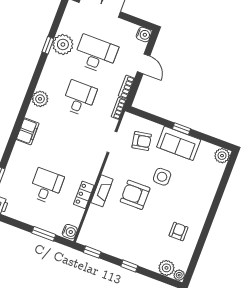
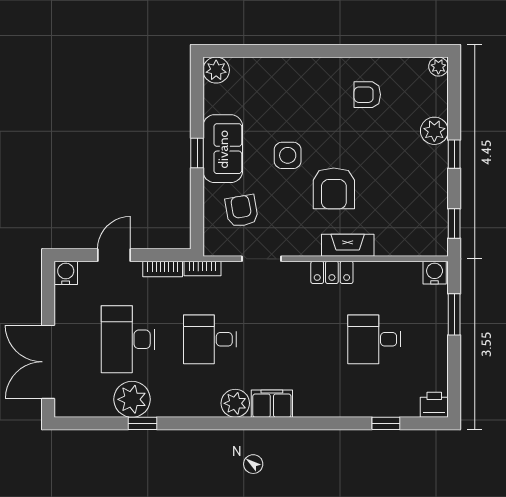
filing cabinet: (28, 131) -> (272, 404), moved
locker: (84, 195) -> (332, 272), moved
plant: (166, 268) -> (434, 131), moved

